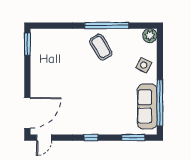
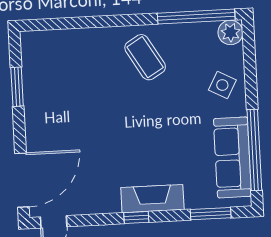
window: (107, 26) -> (196, 17), moved
window: (27, 44) -> (17, 87), moved
fireplace: (101, 127) -> (152, 199), added

